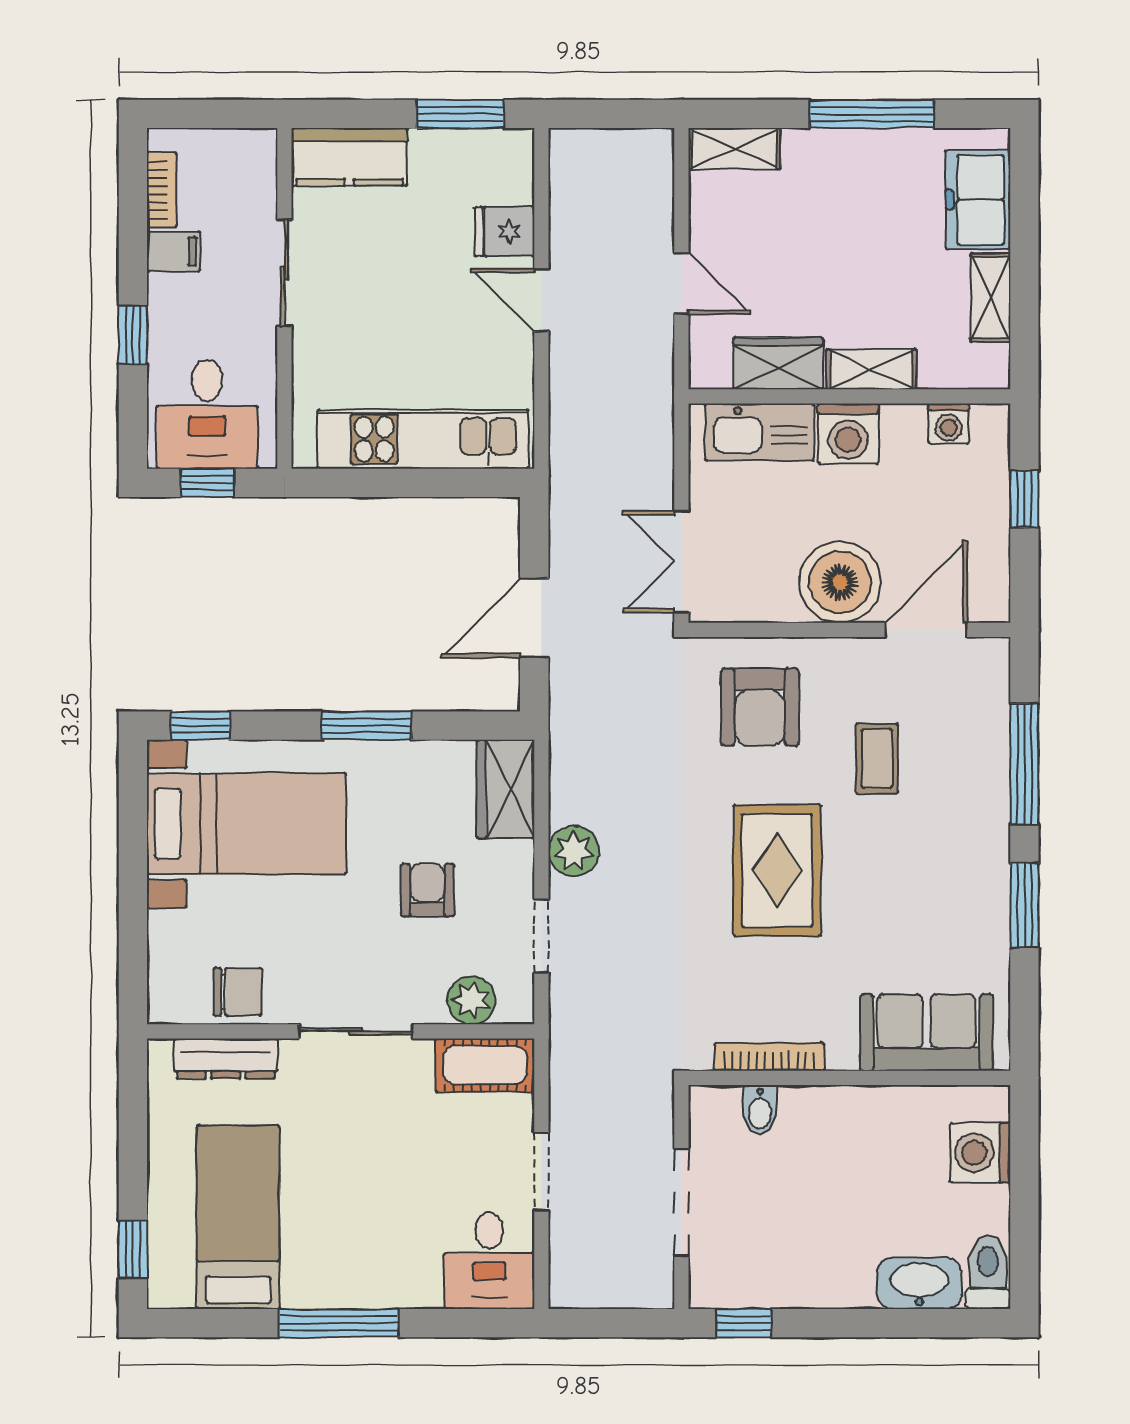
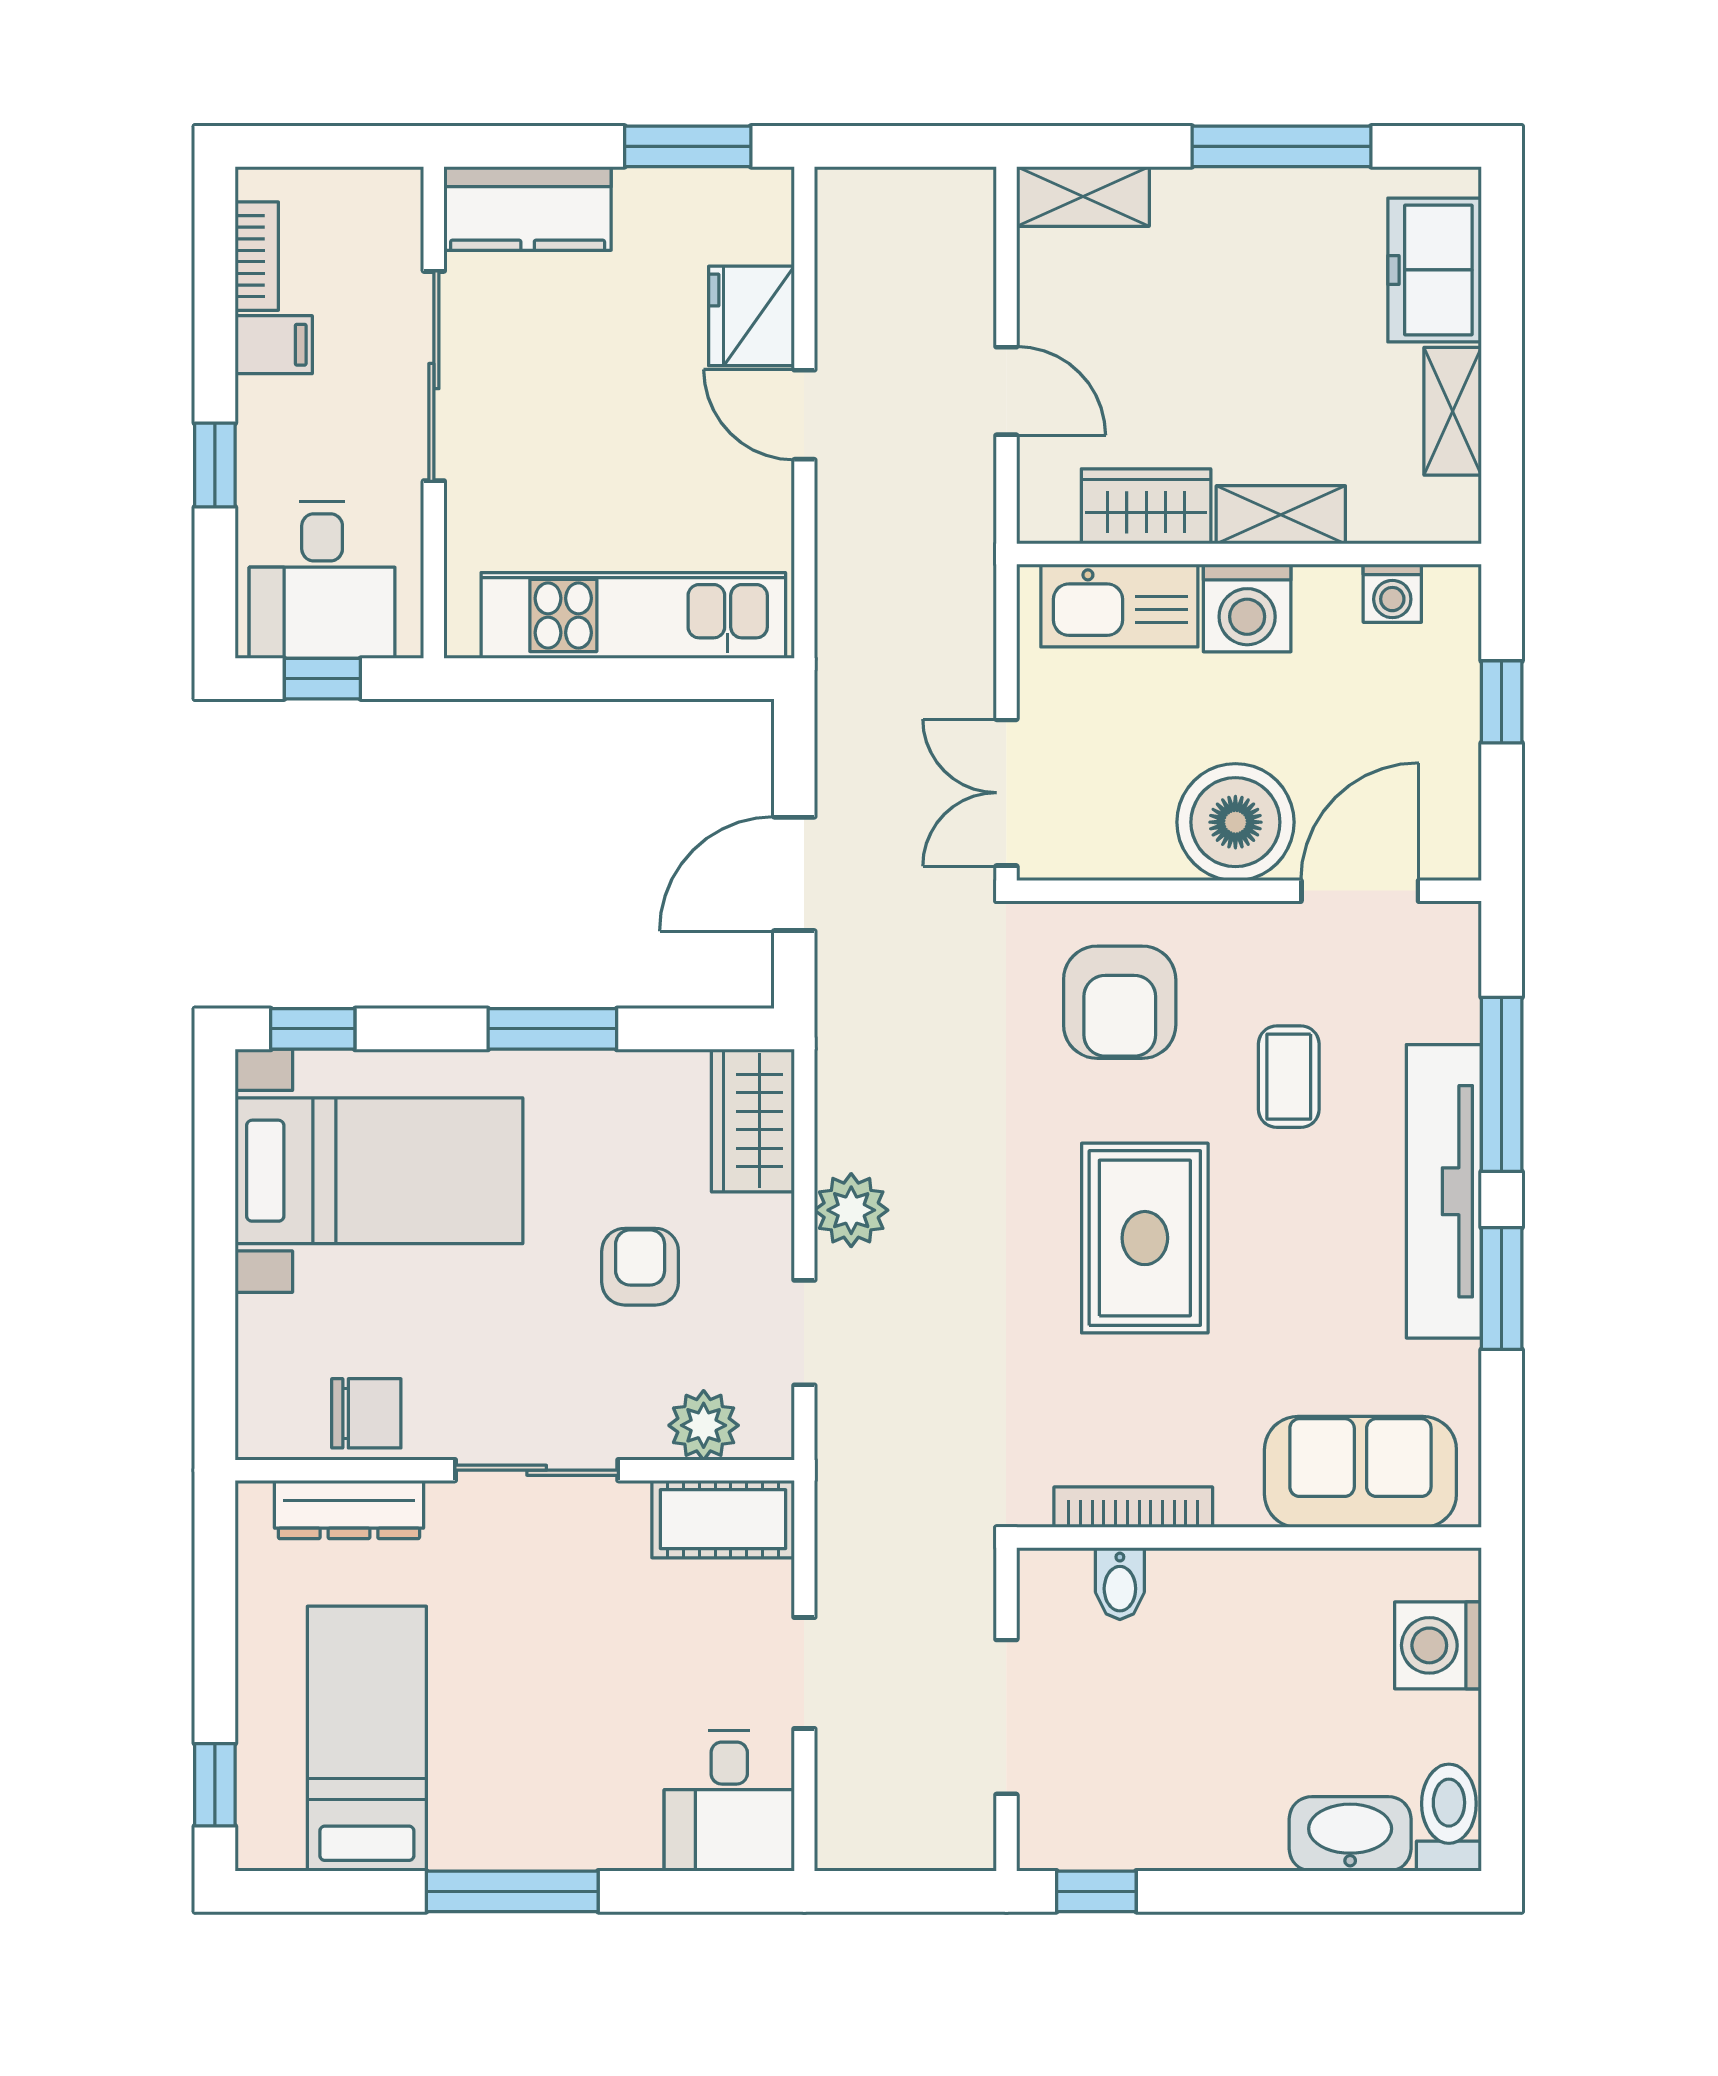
fridge: (505, 231) -> (751, 316), width x1.38
sliding door: (284, 273) -> (434, 376), width x1.37
tv unit: (984, 838) -> (1444, 1191), added

